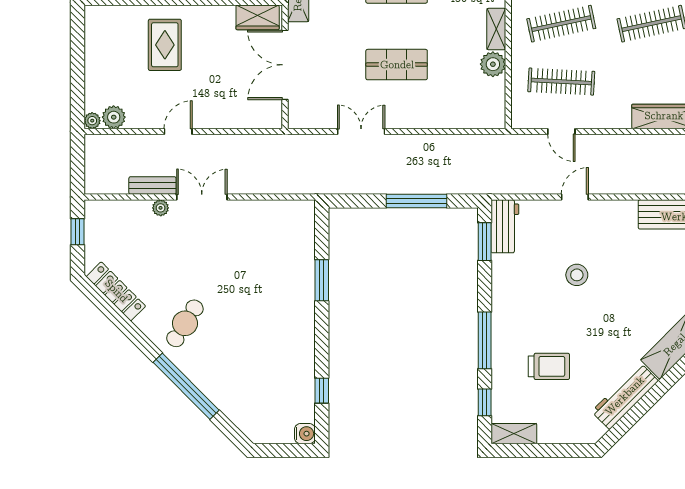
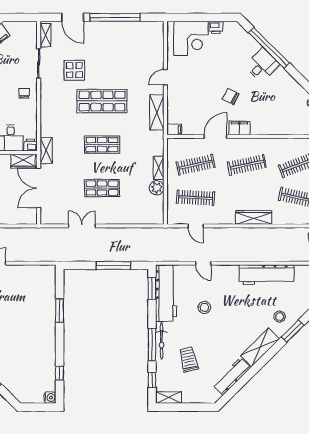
door: (575, 197) -> (203, 263), swing flipped
workbench: (505, 226) -> (166, 293), width x1.88, depth x1.32
bicycle: (501, 334) -> (162, 341), added
trolley: (549, 366) -> (189, 359), turned -103

